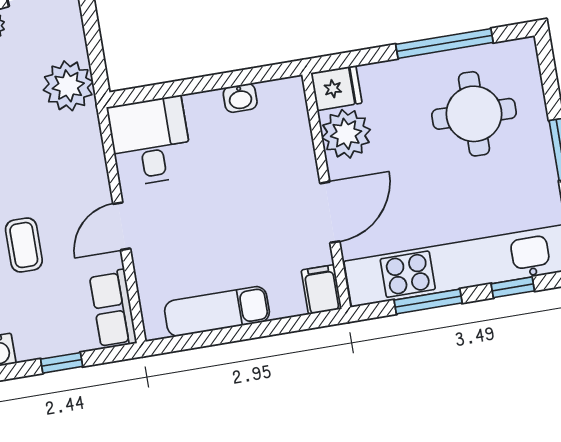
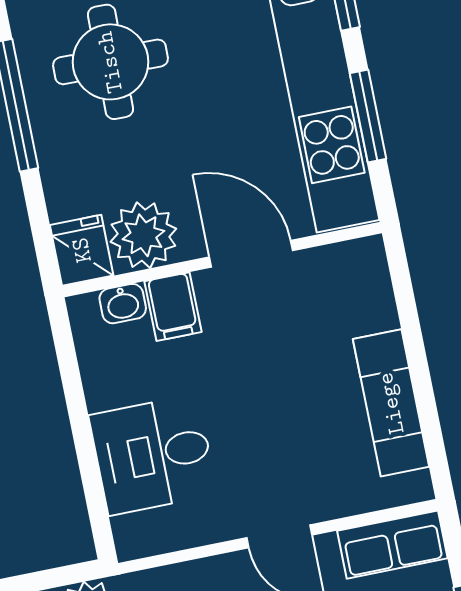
washbasin: (240, 98) -> (123, 304), moved, turned 90
desk: (150, 141) -> (153, 455), moved
filing cabinet: (321, 289) -> (173, 307), moved, turned -90

